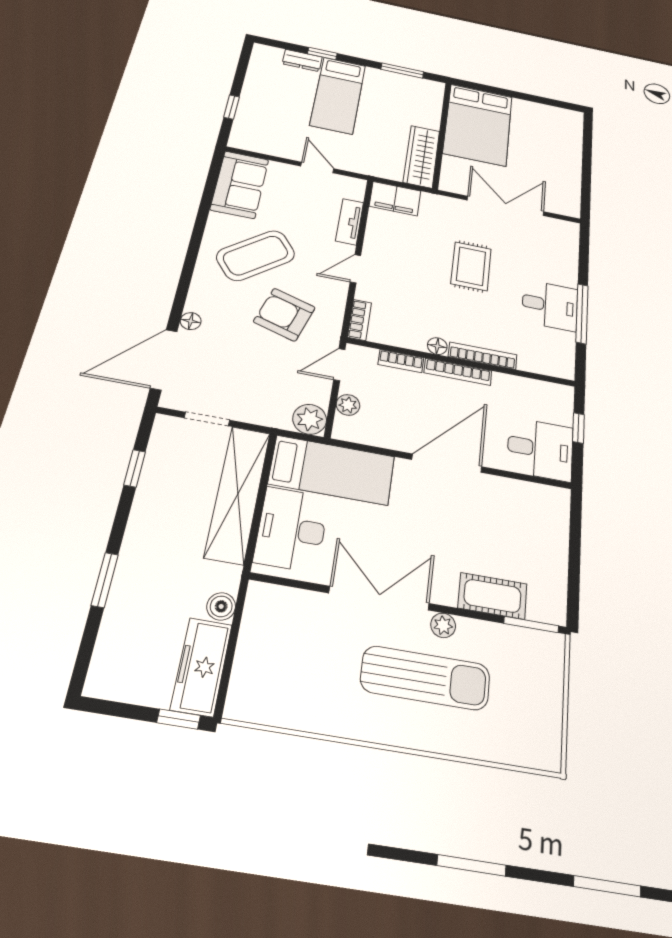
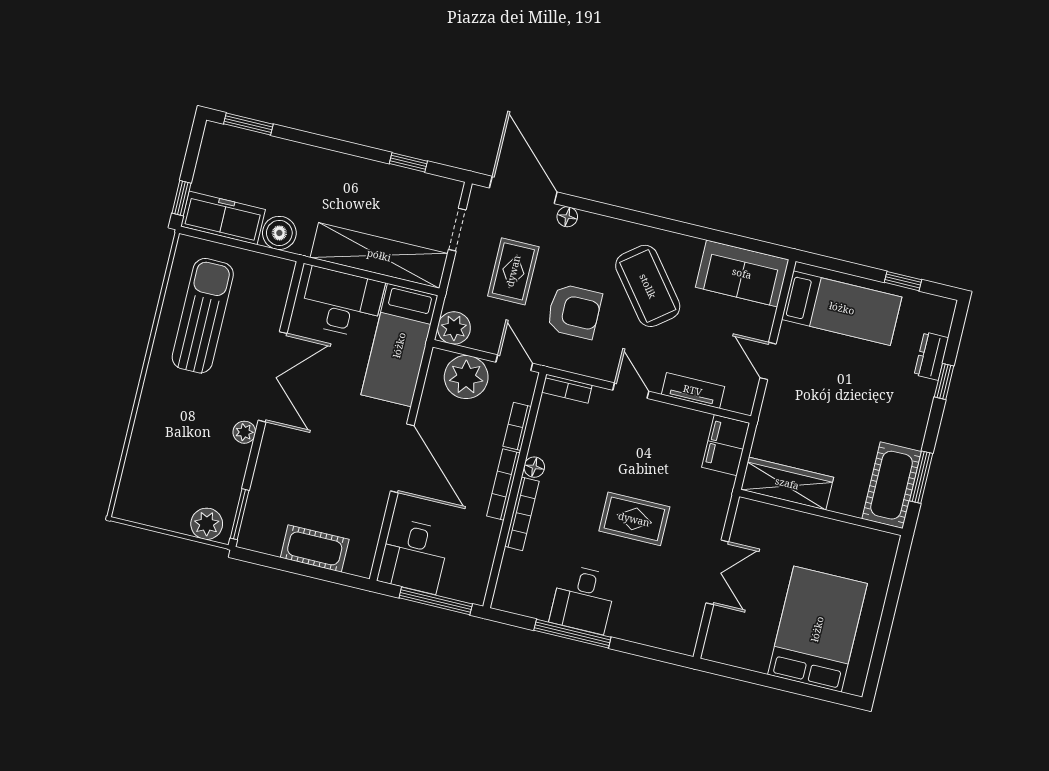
cot: (412, 89) -> (892, 485), added
bed: (338, 95) -> (842, 308), moved, turned 180
window: (232, 107) -> (903, 281), moved
bed: (478, 125) -> (817, 629), moved, turned 90
door: (317, 167) -> (768, 361), swing flipped
double door: (506, 206) -> (717, 572), width x0.73
armchair: (284, 315) -> (574, 311), turned 73
rug: (248, 367) -> (513, 271), added
plant: (348, 405) -> (466, 377), width x1.88, depth x1.88
window: (578, 428) -> (436, 601), width x2.17
window: (105, 580) -> (248, 124), moved
cot: (493, 596) -> (315, 548), moved, turned 90
boiler: (221, 606) -> (279, 233), width x1.36, depth x1.36
plant: (548, 660) -> (207, 524), added
sun lounger: (425, 678) -> (203, 316), moved, turned 180

